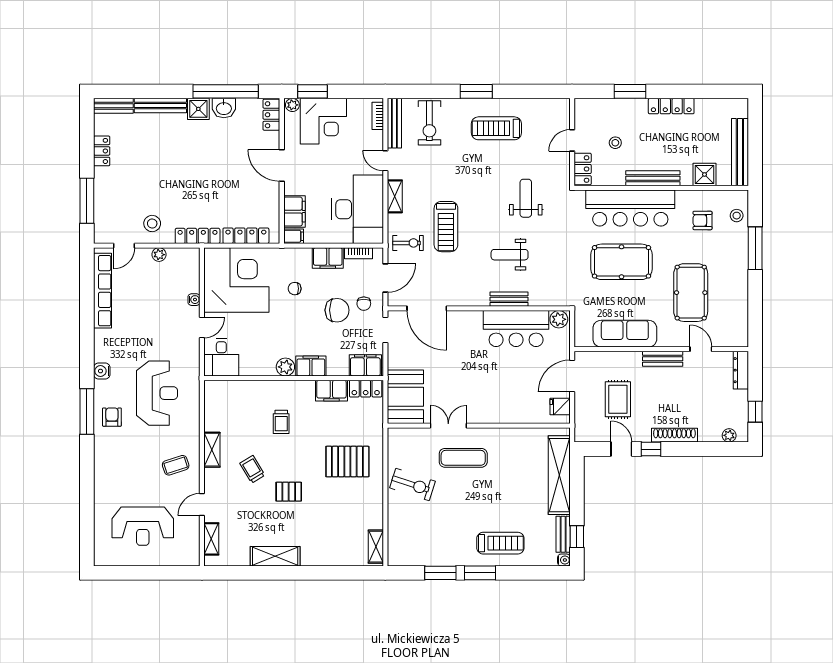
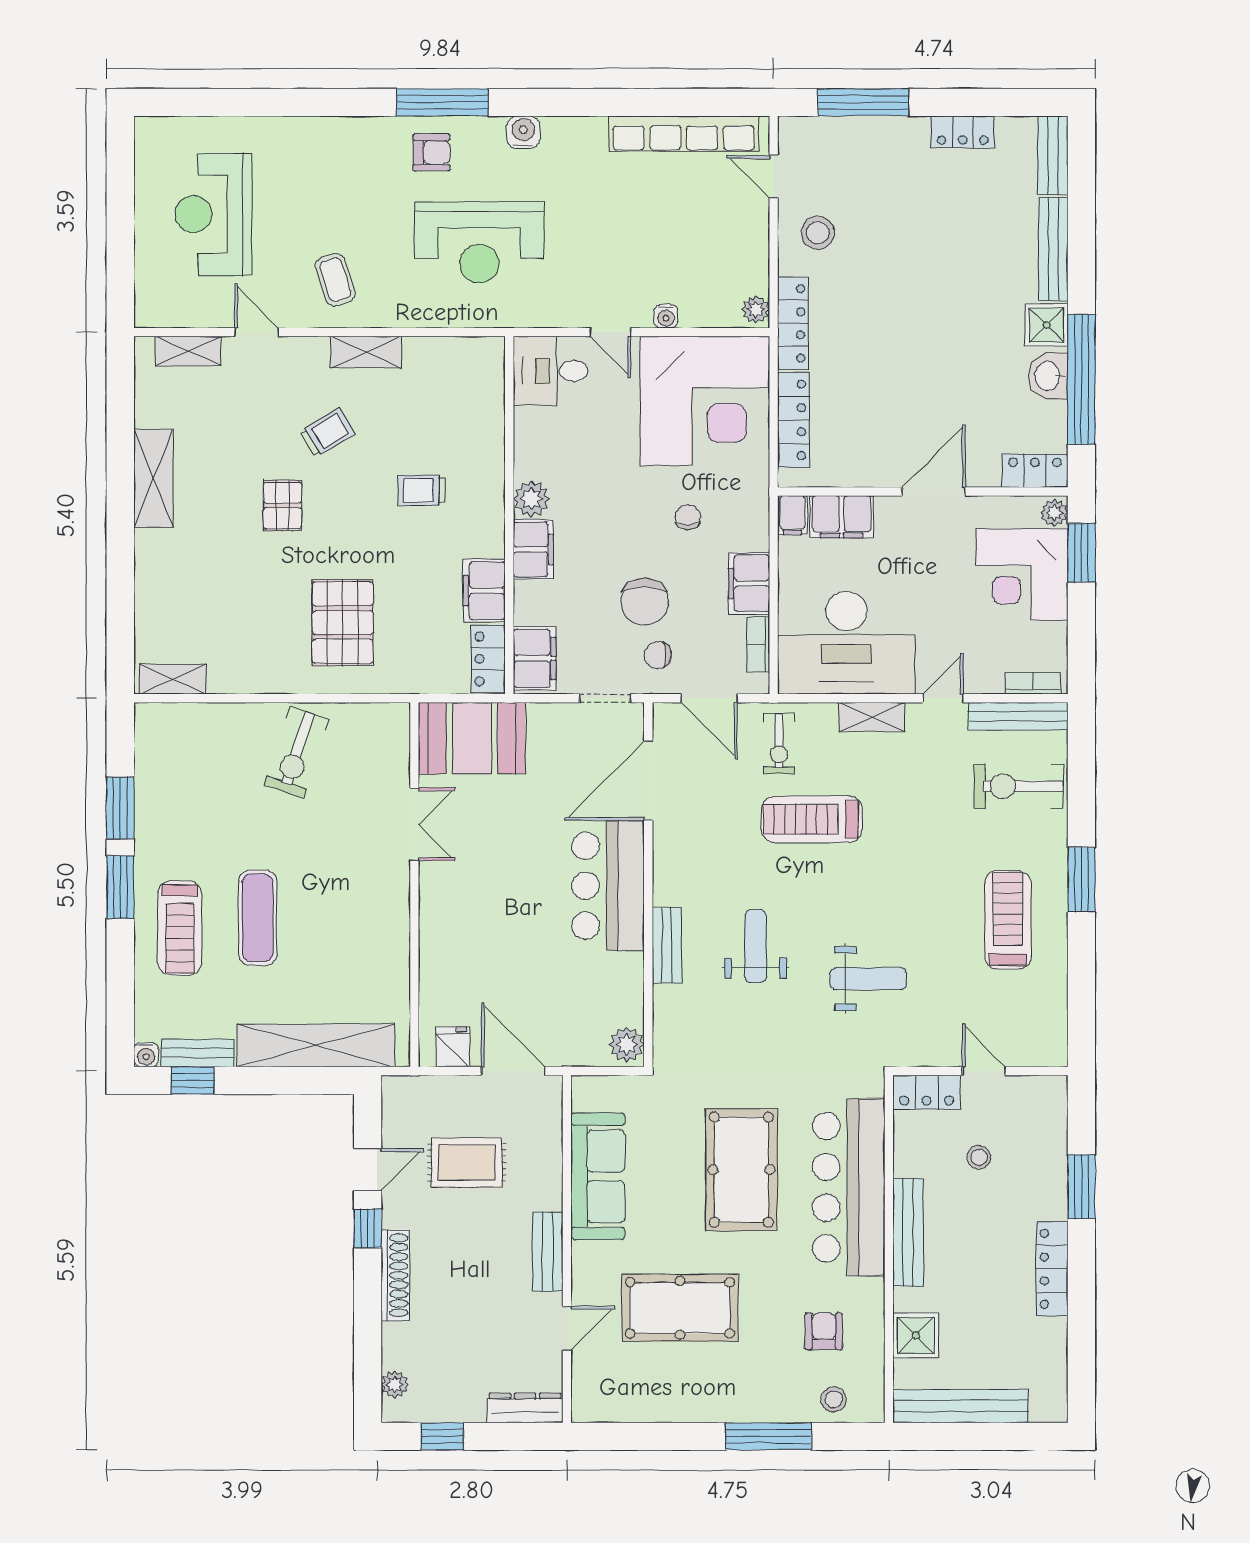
plant: (159, 255) -> (756, 309), moved
bar counter: (516, 329) -> (608, 886), moved
exercise mat: (463, 458) -> (258, 918), moved

